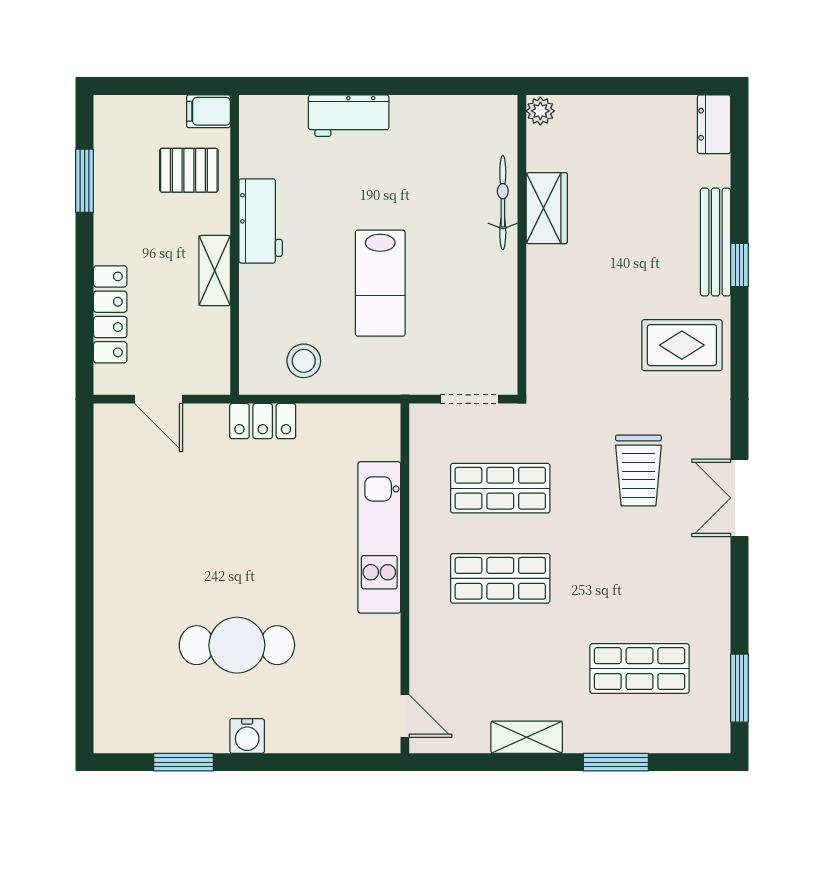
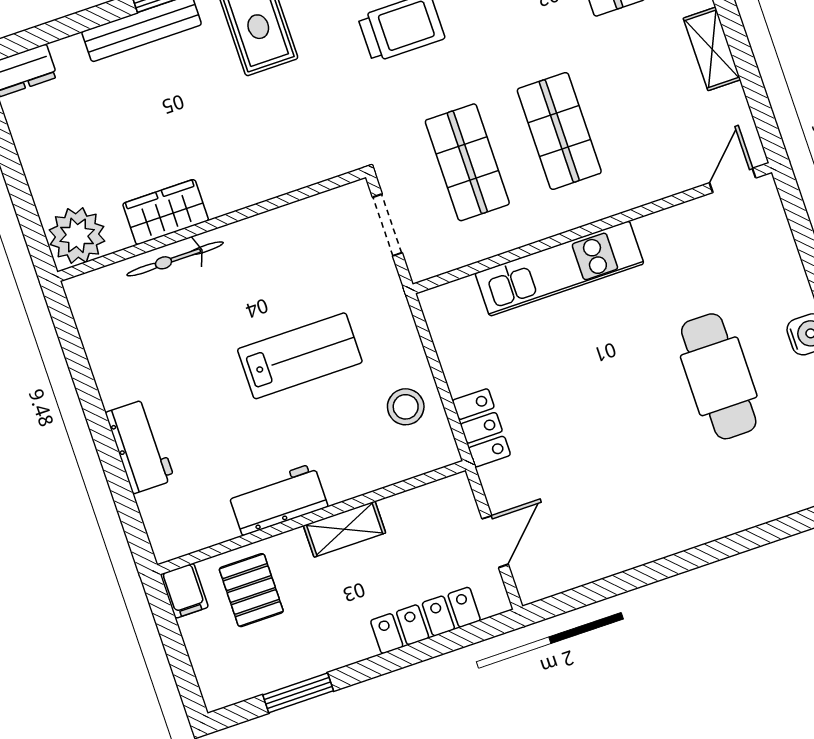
plant: (540, 111) -> (77, 235), width x1.88, depth x1.88

